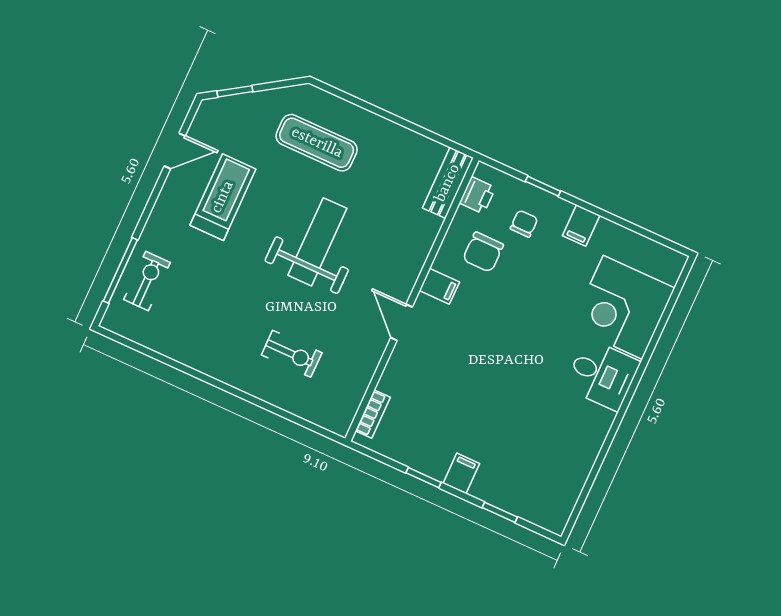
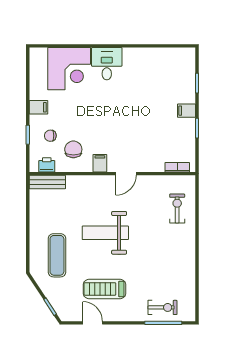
chair: (483, 252) -> (73, 149), turned -90
exercise bike: (147, 281) -> (162, 307), turned 180
exercise bike: (292, 354) -> (177, 208), moved

